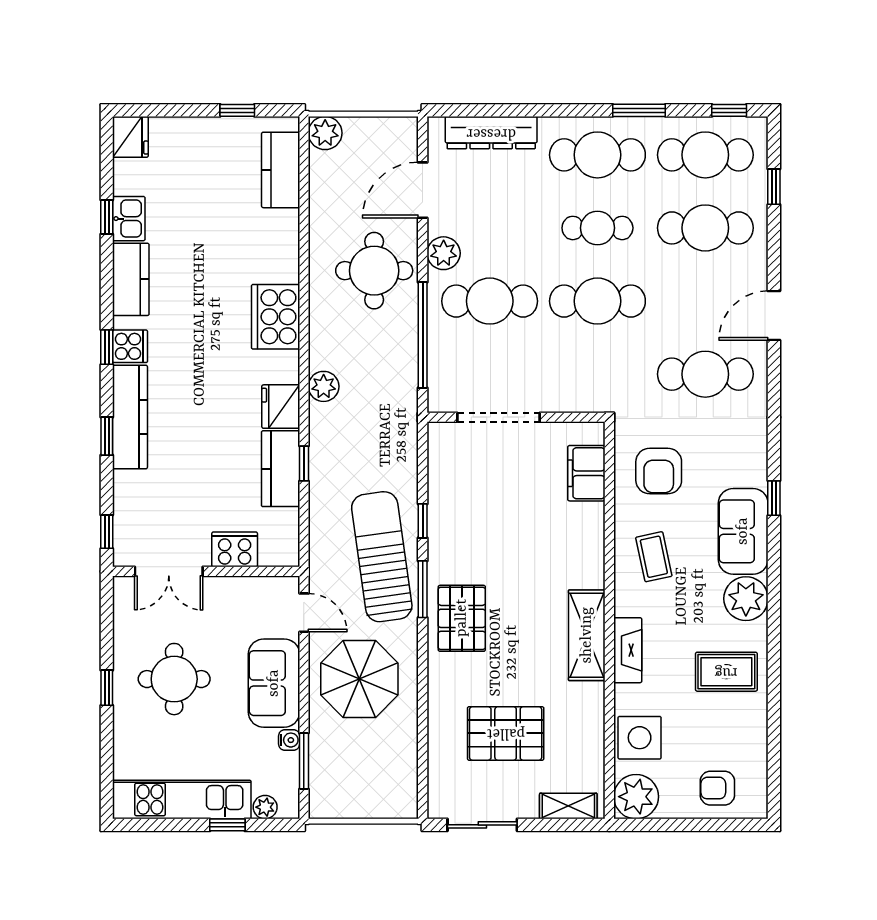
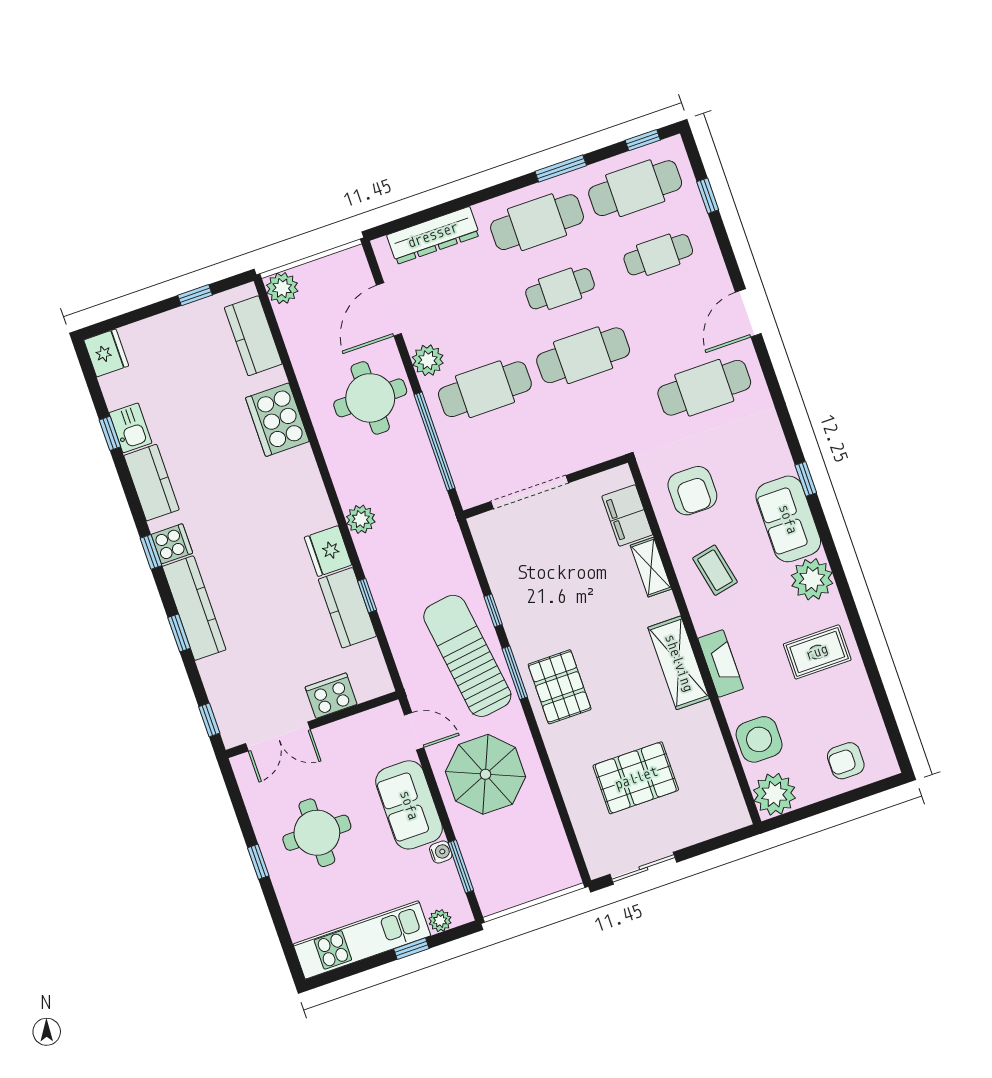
cafe table: (705, 228) -> (658, 255), width x0.73, depth x0.74
cooker: (276, 317) -> (277, 420), moved
shelving: (568, 806) -> (651, 567), moved, turned 90

